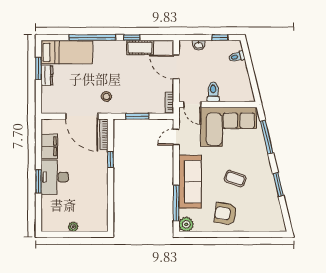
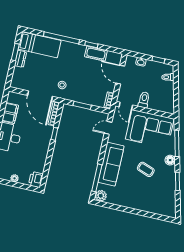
floor lamp: (263, 160) -> (170, 160), added
armchair: (225, 214) -> (132, 194), removed
printer: (100, 222) -> (36, 180), added

